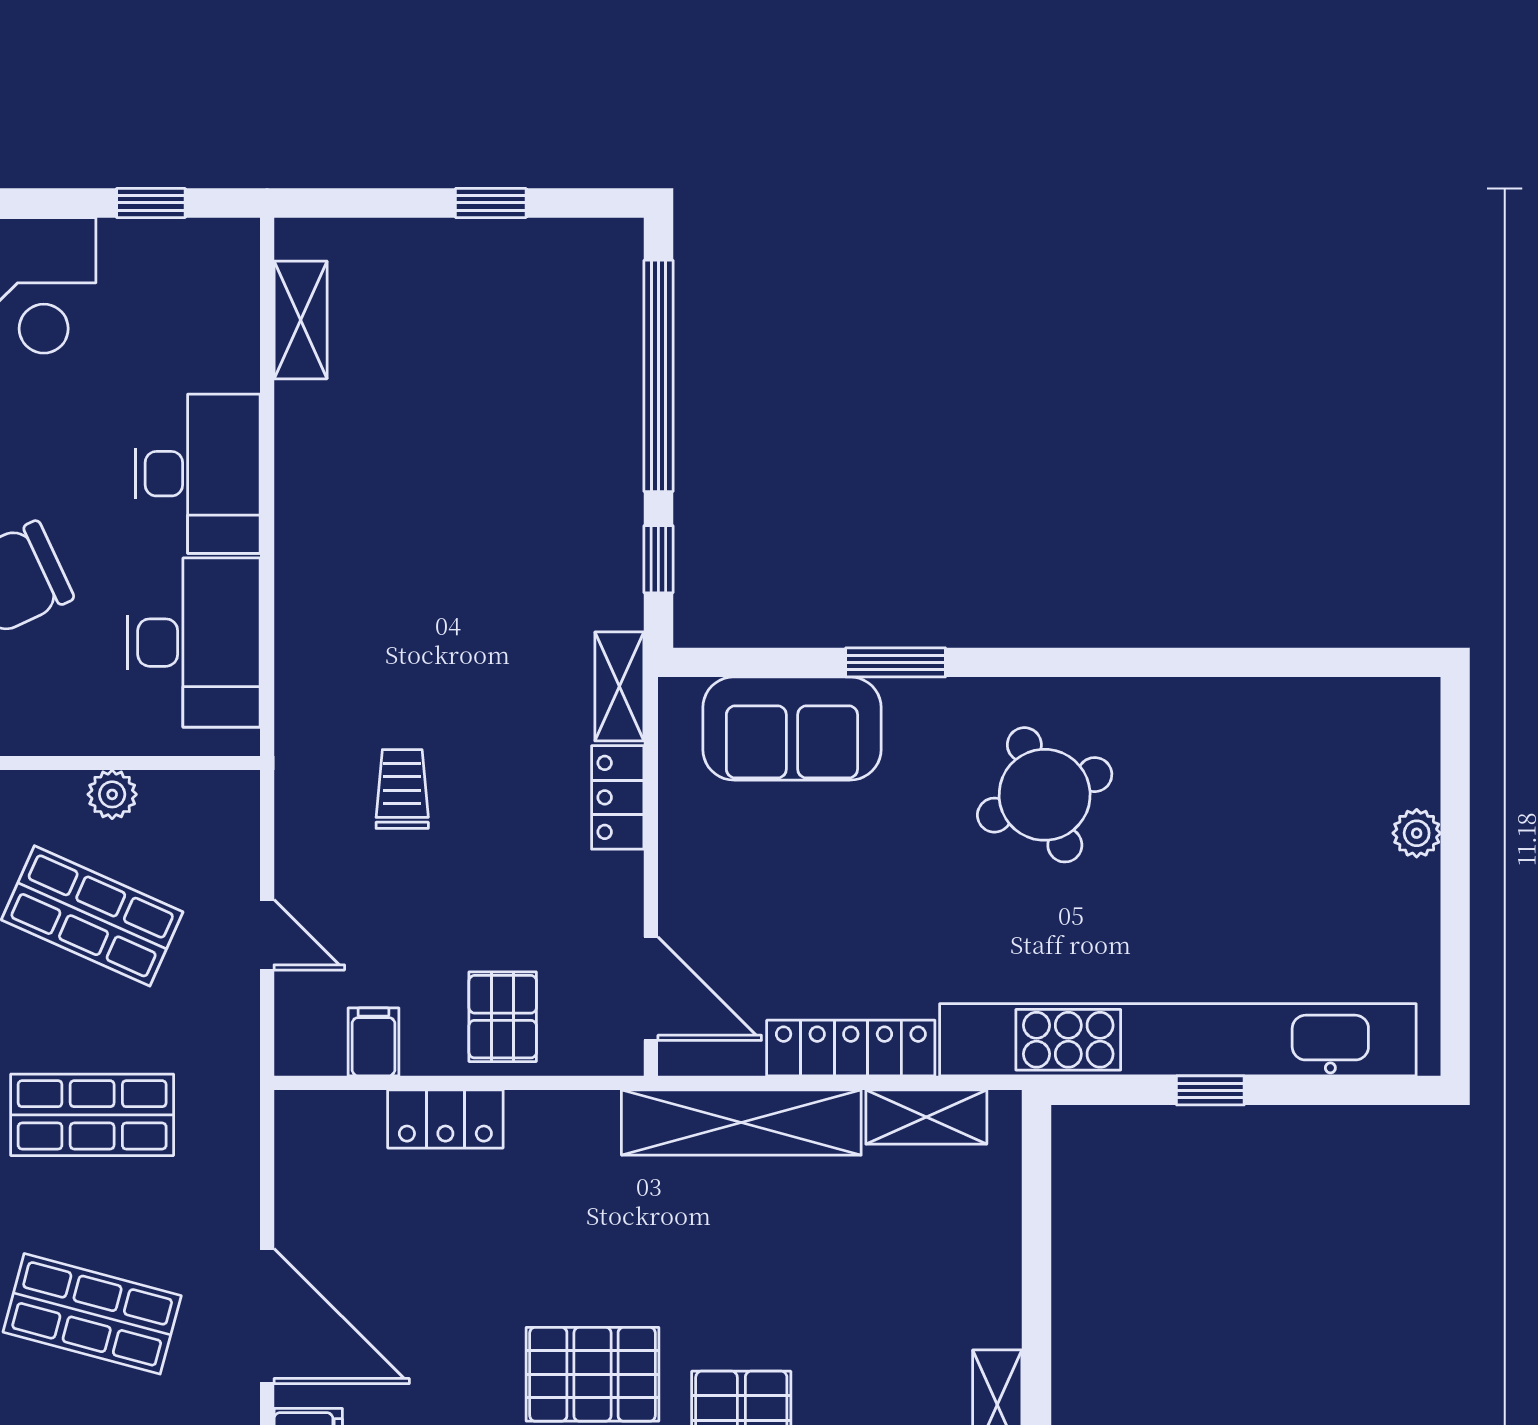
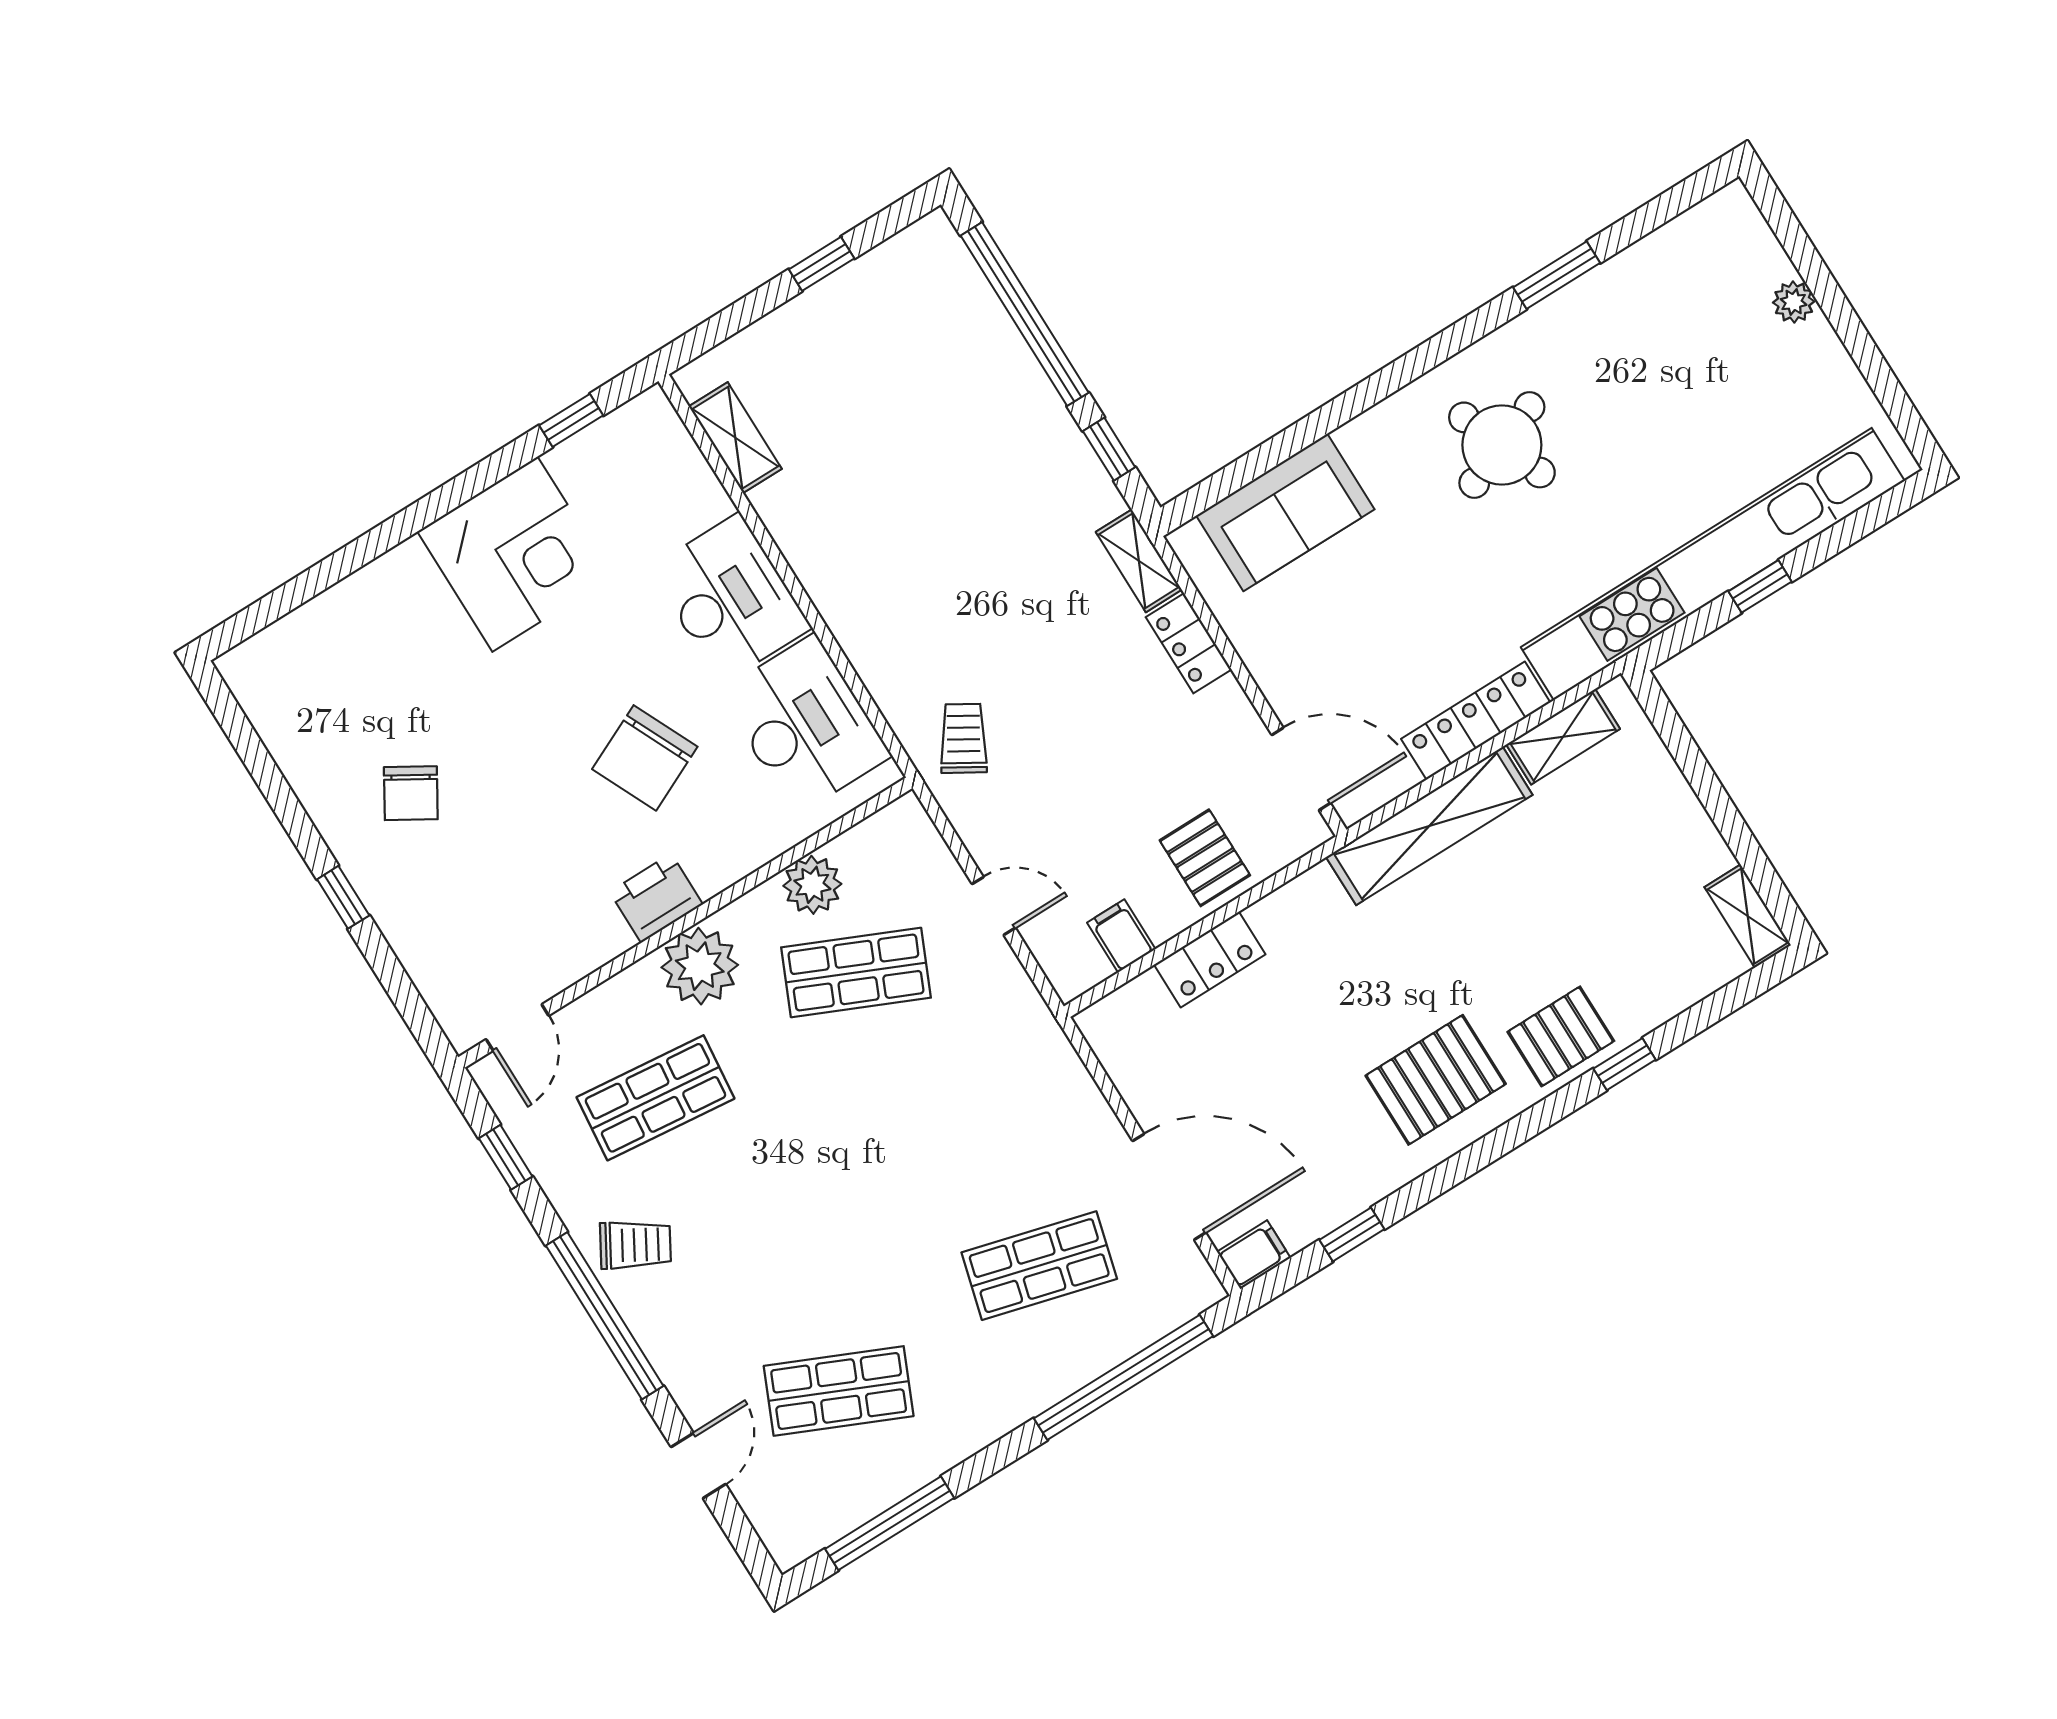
window: (896, 662) -> (1557, 275), moved
trolley: (402, 789) -> (964, 738), moved, turned 31
plant: (112, 794) -> (812, 885), width x1.38, depth x1.38
shop shelf: (92, 1115) -> (948, 1119), removed

